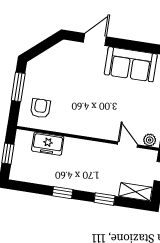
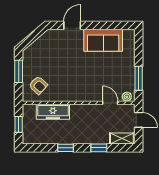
armchair: (40, 108) -> (38, 85), turned 133
freezer: (48, 144) -> (53, 112), width x1.40

